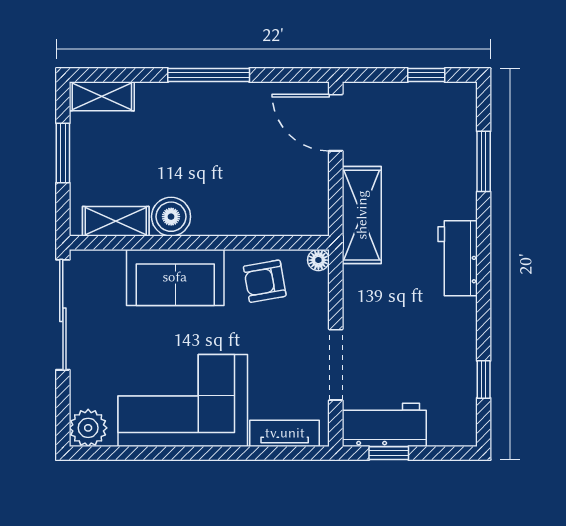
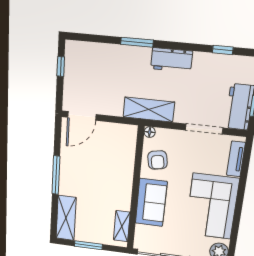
shelving: (102, 96) -> (66, 218), width x1.50, depth x1.33
window: (484, 161) -> (137, 42), moved
shelving: (362, 215) -> (149, 110), moved
boiler: (171, 217) -> (122, 201), removed
workbench: (458, 258) -> (171, 60), moved

